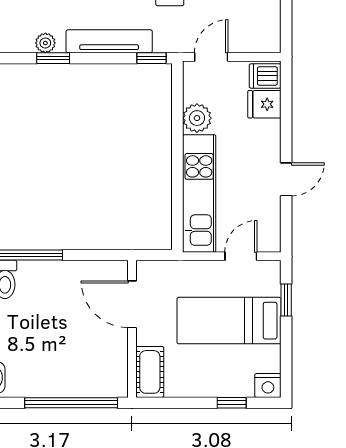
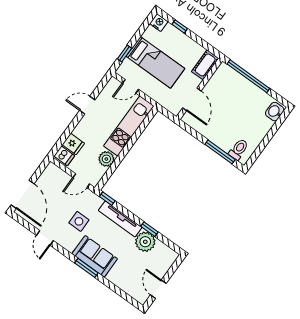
plant: (45, 43) -> (145, 242), width x1.87, depth x1.87

